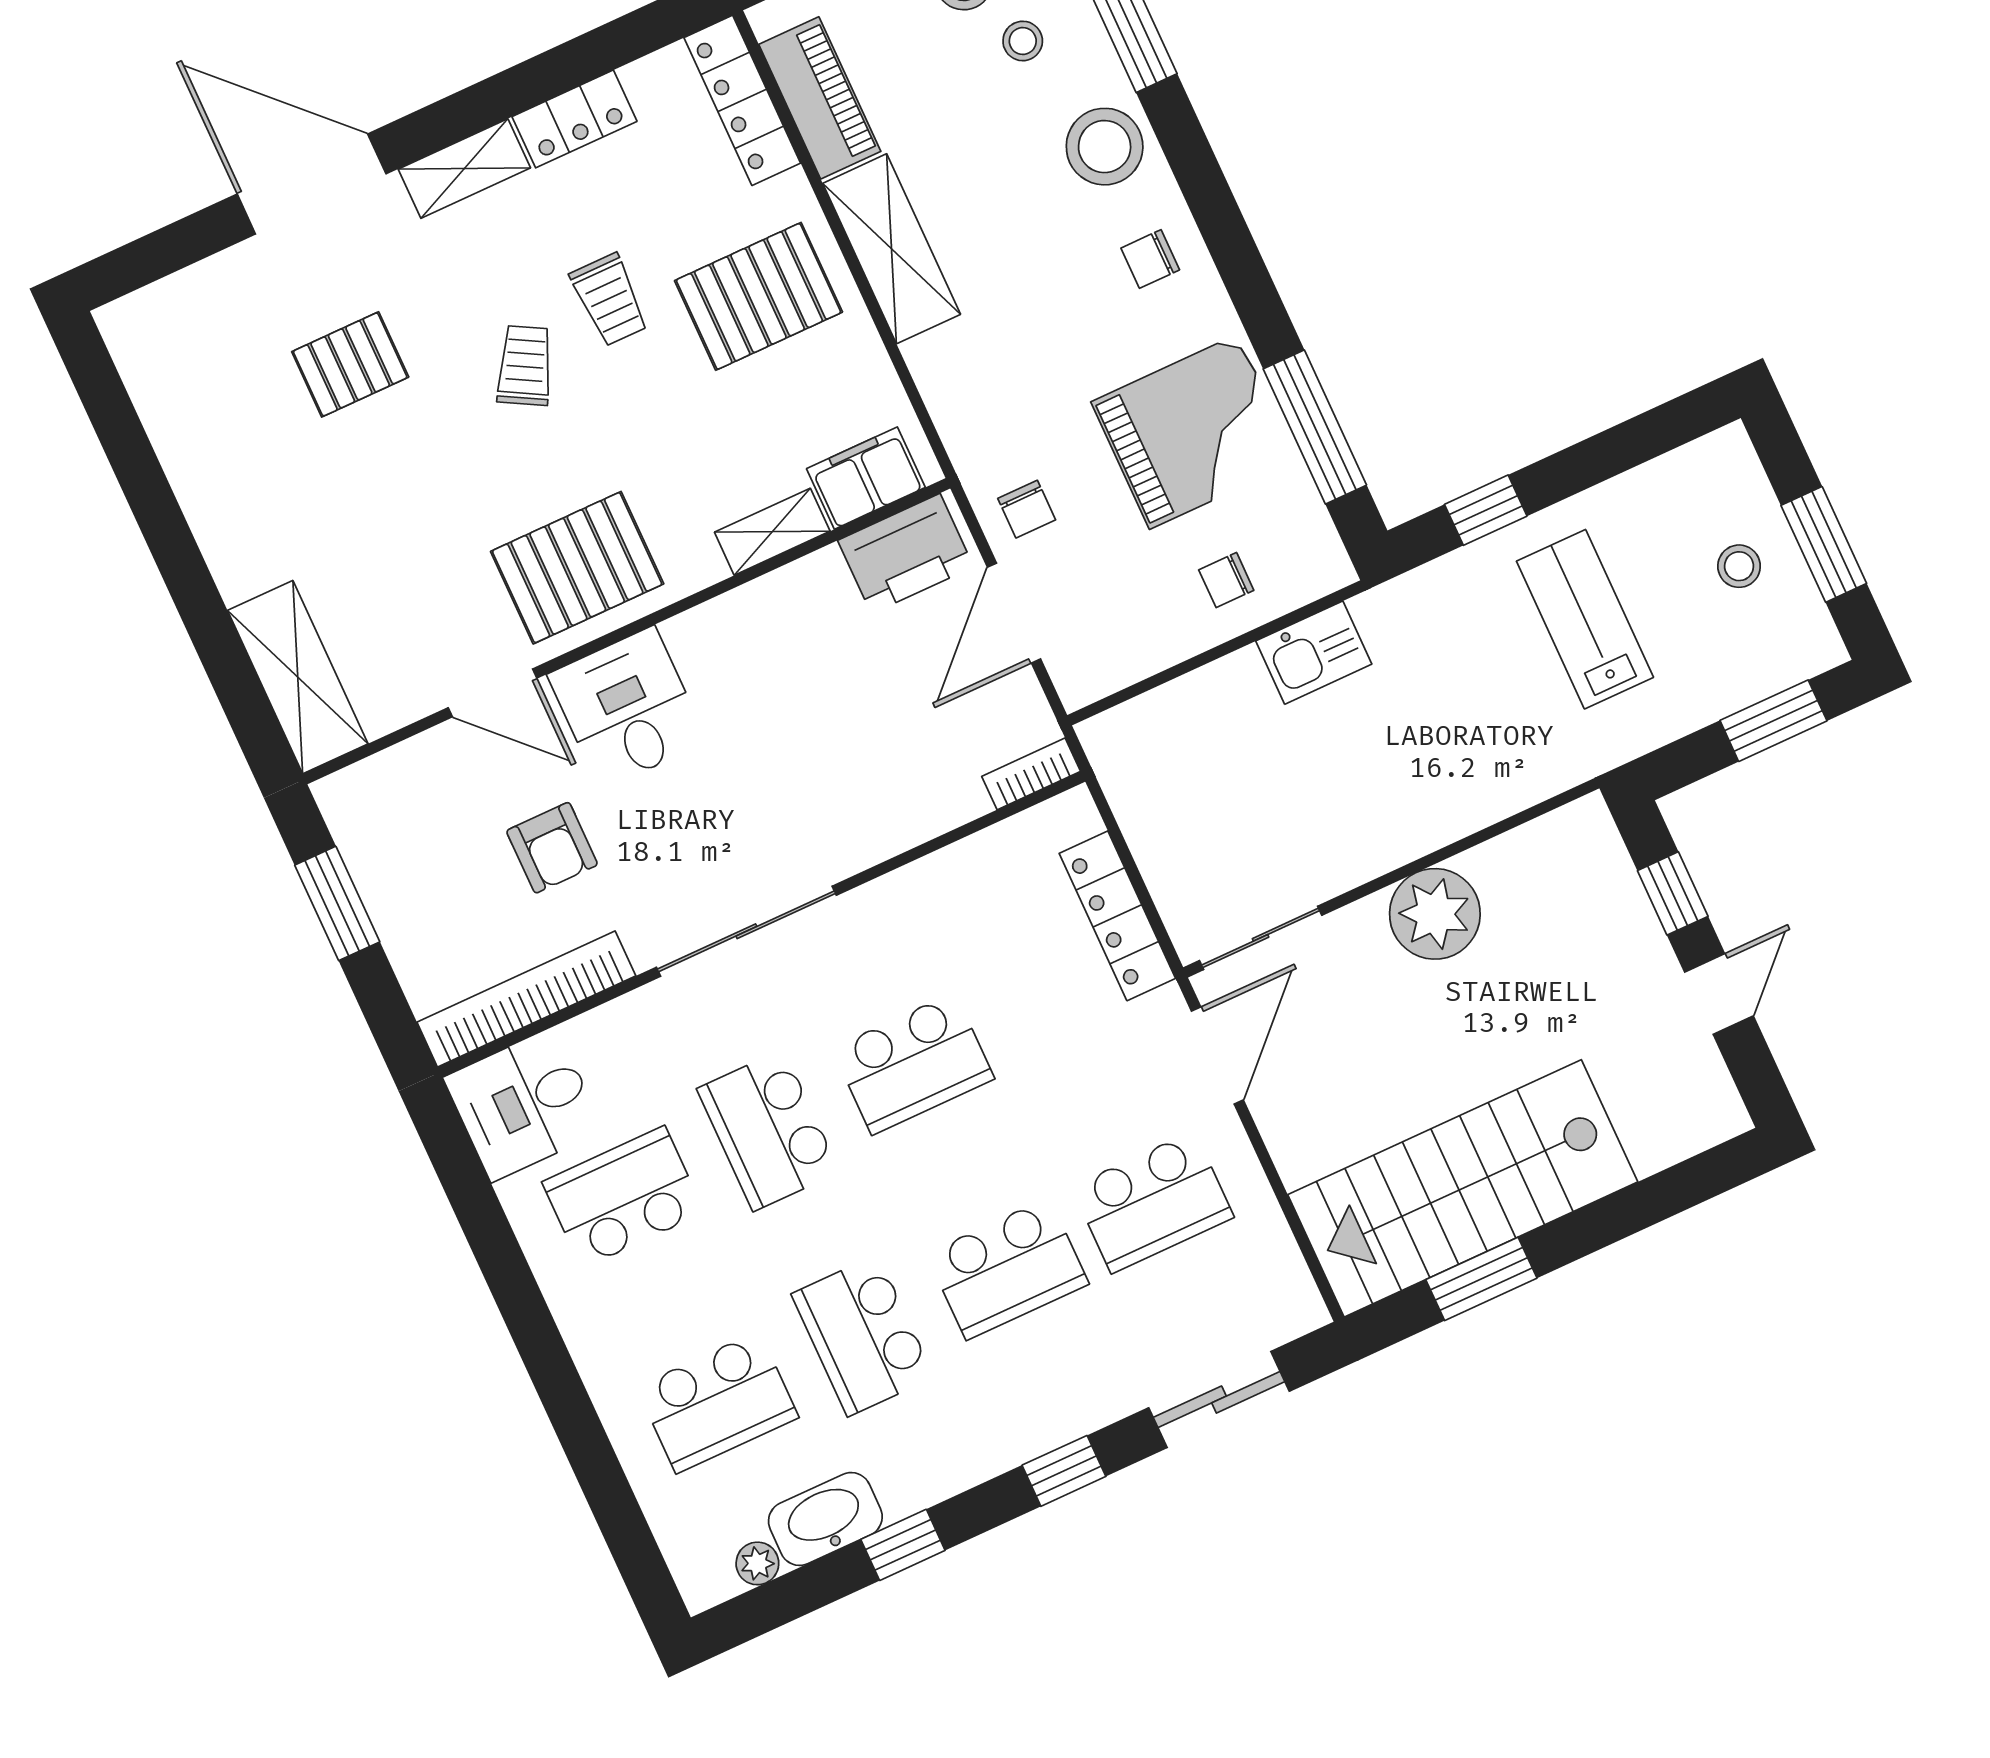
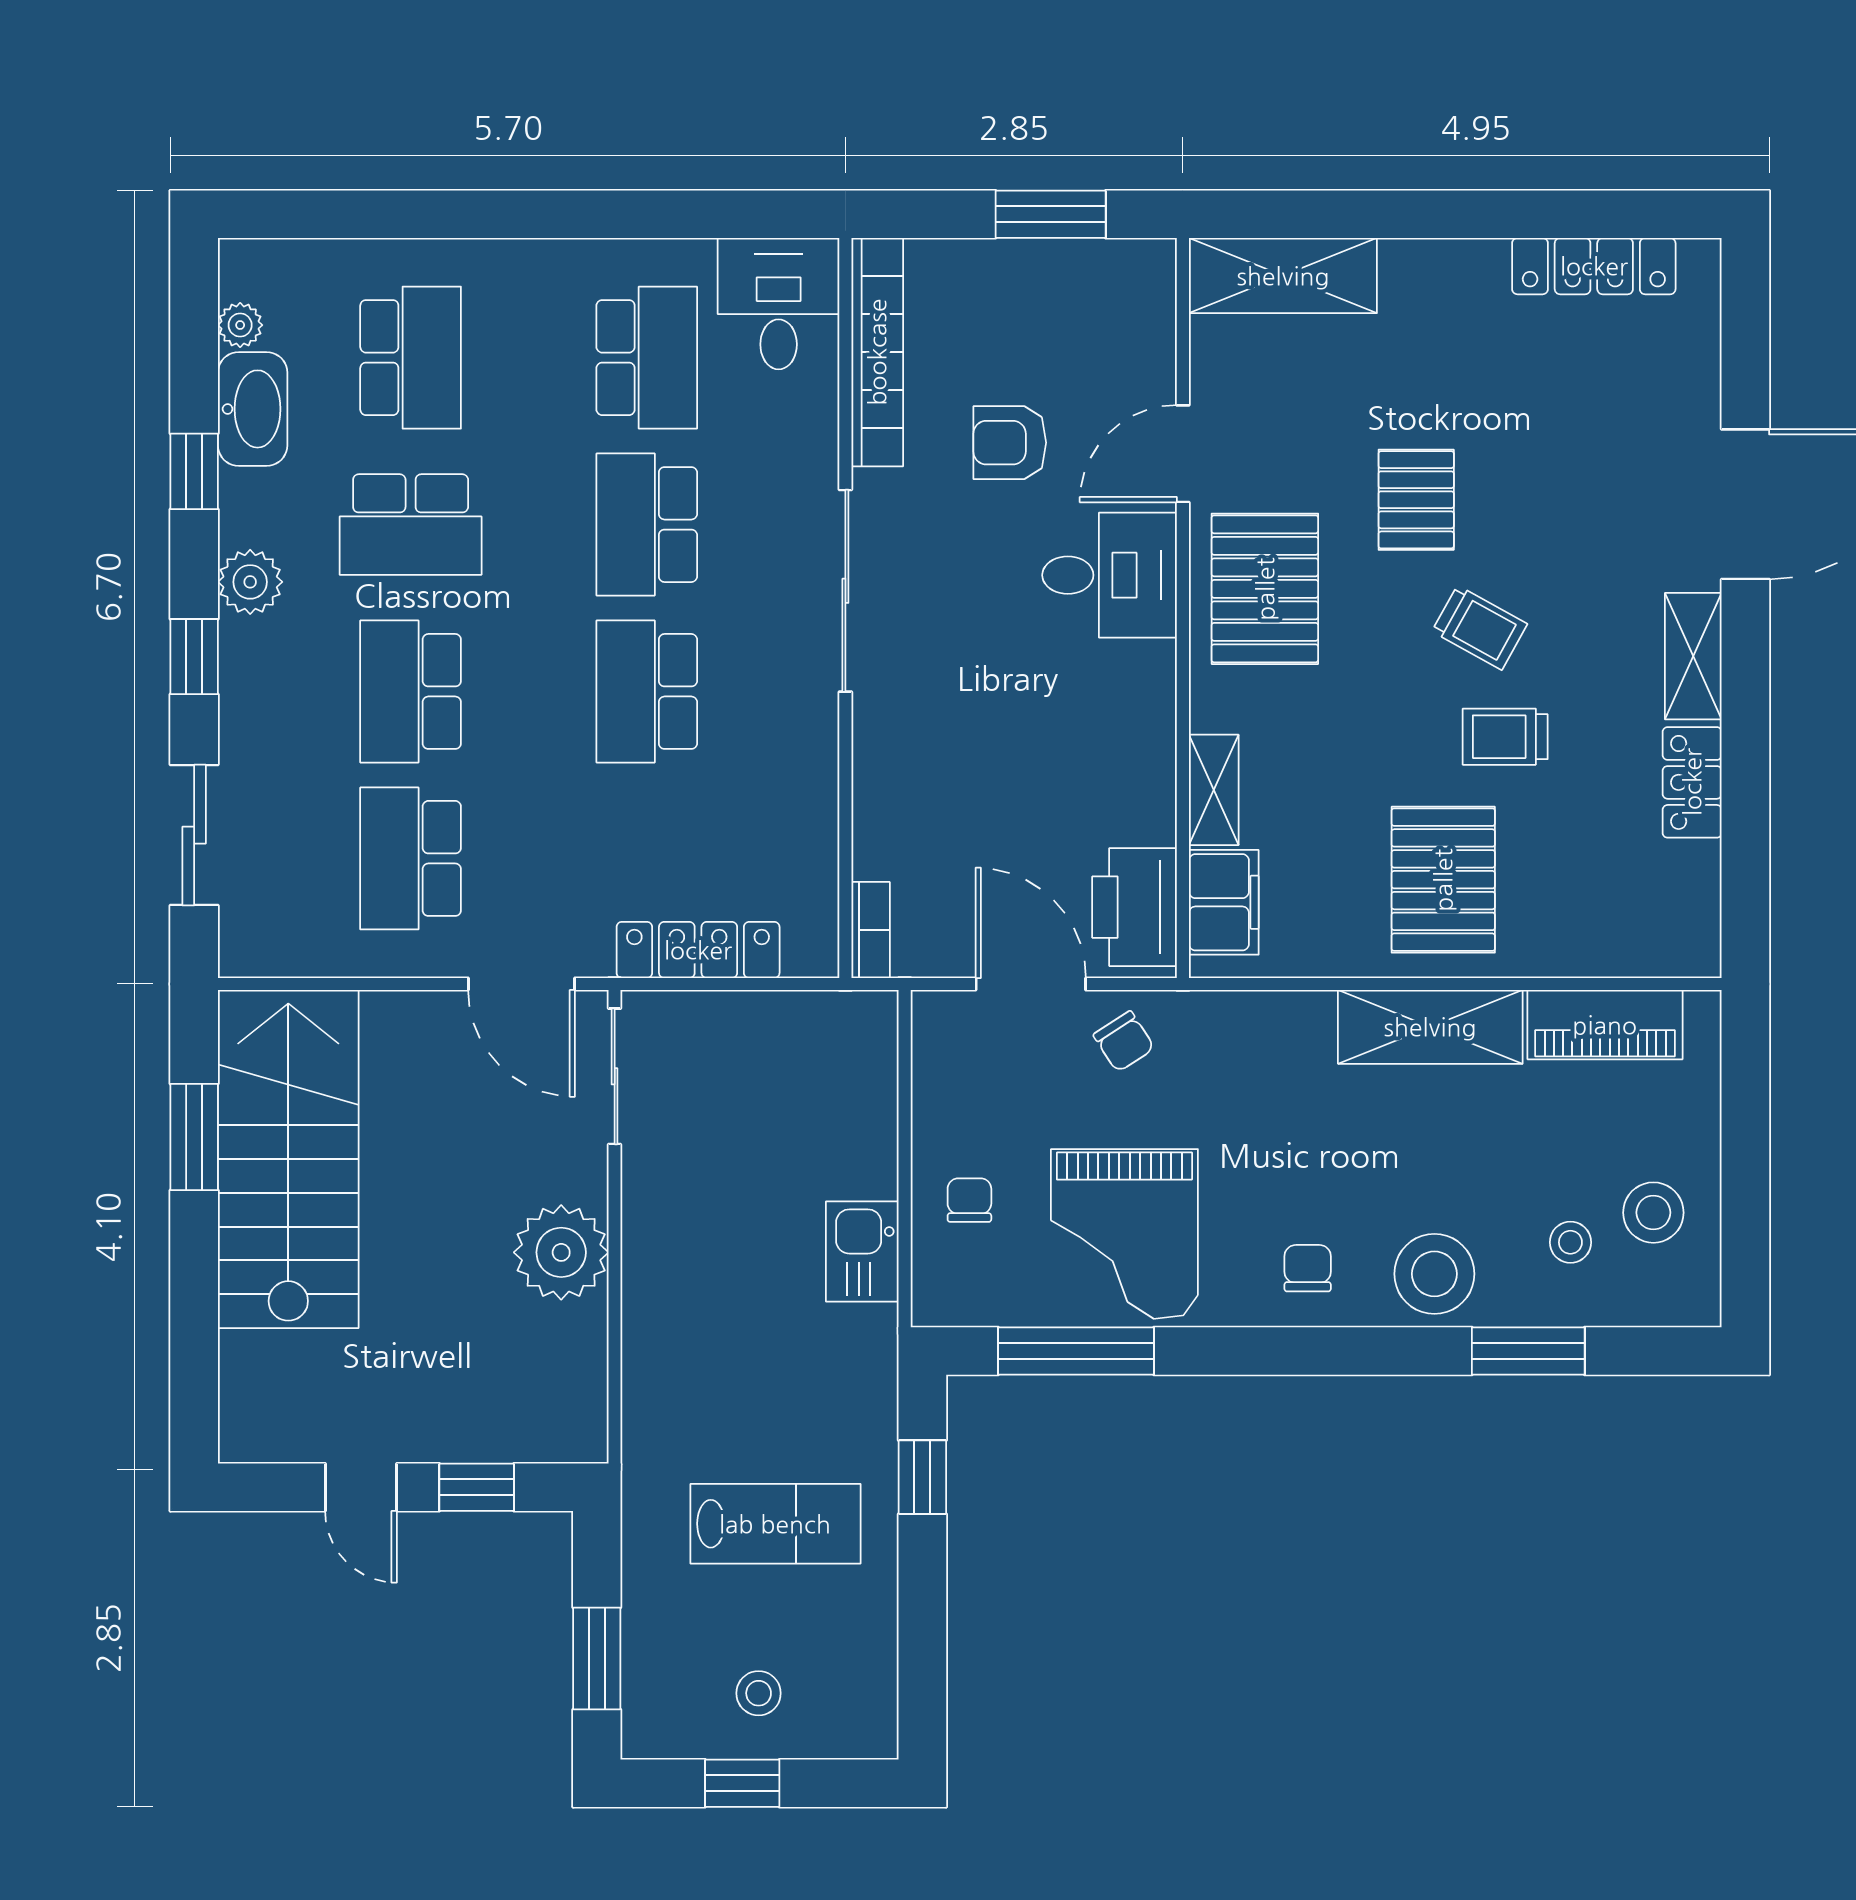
locker: (742, 100) -> (1594, 266), moved, turned 180
pallet: (350, 364) -> (1416, 500), moved
chair: (1027, 509) -> (1124, 1041), turned -123
window: (1824, 544) -> (742, 1783), width x0.67
school desk: (768, 1130) -> (647, 525), turned -90
school desk: (863, 1336) -> (411, 525), turned 180
school desk: (718, 1402) -> (411, 358), turned 180
plant: (977, 1452) -> (250, 582), added

